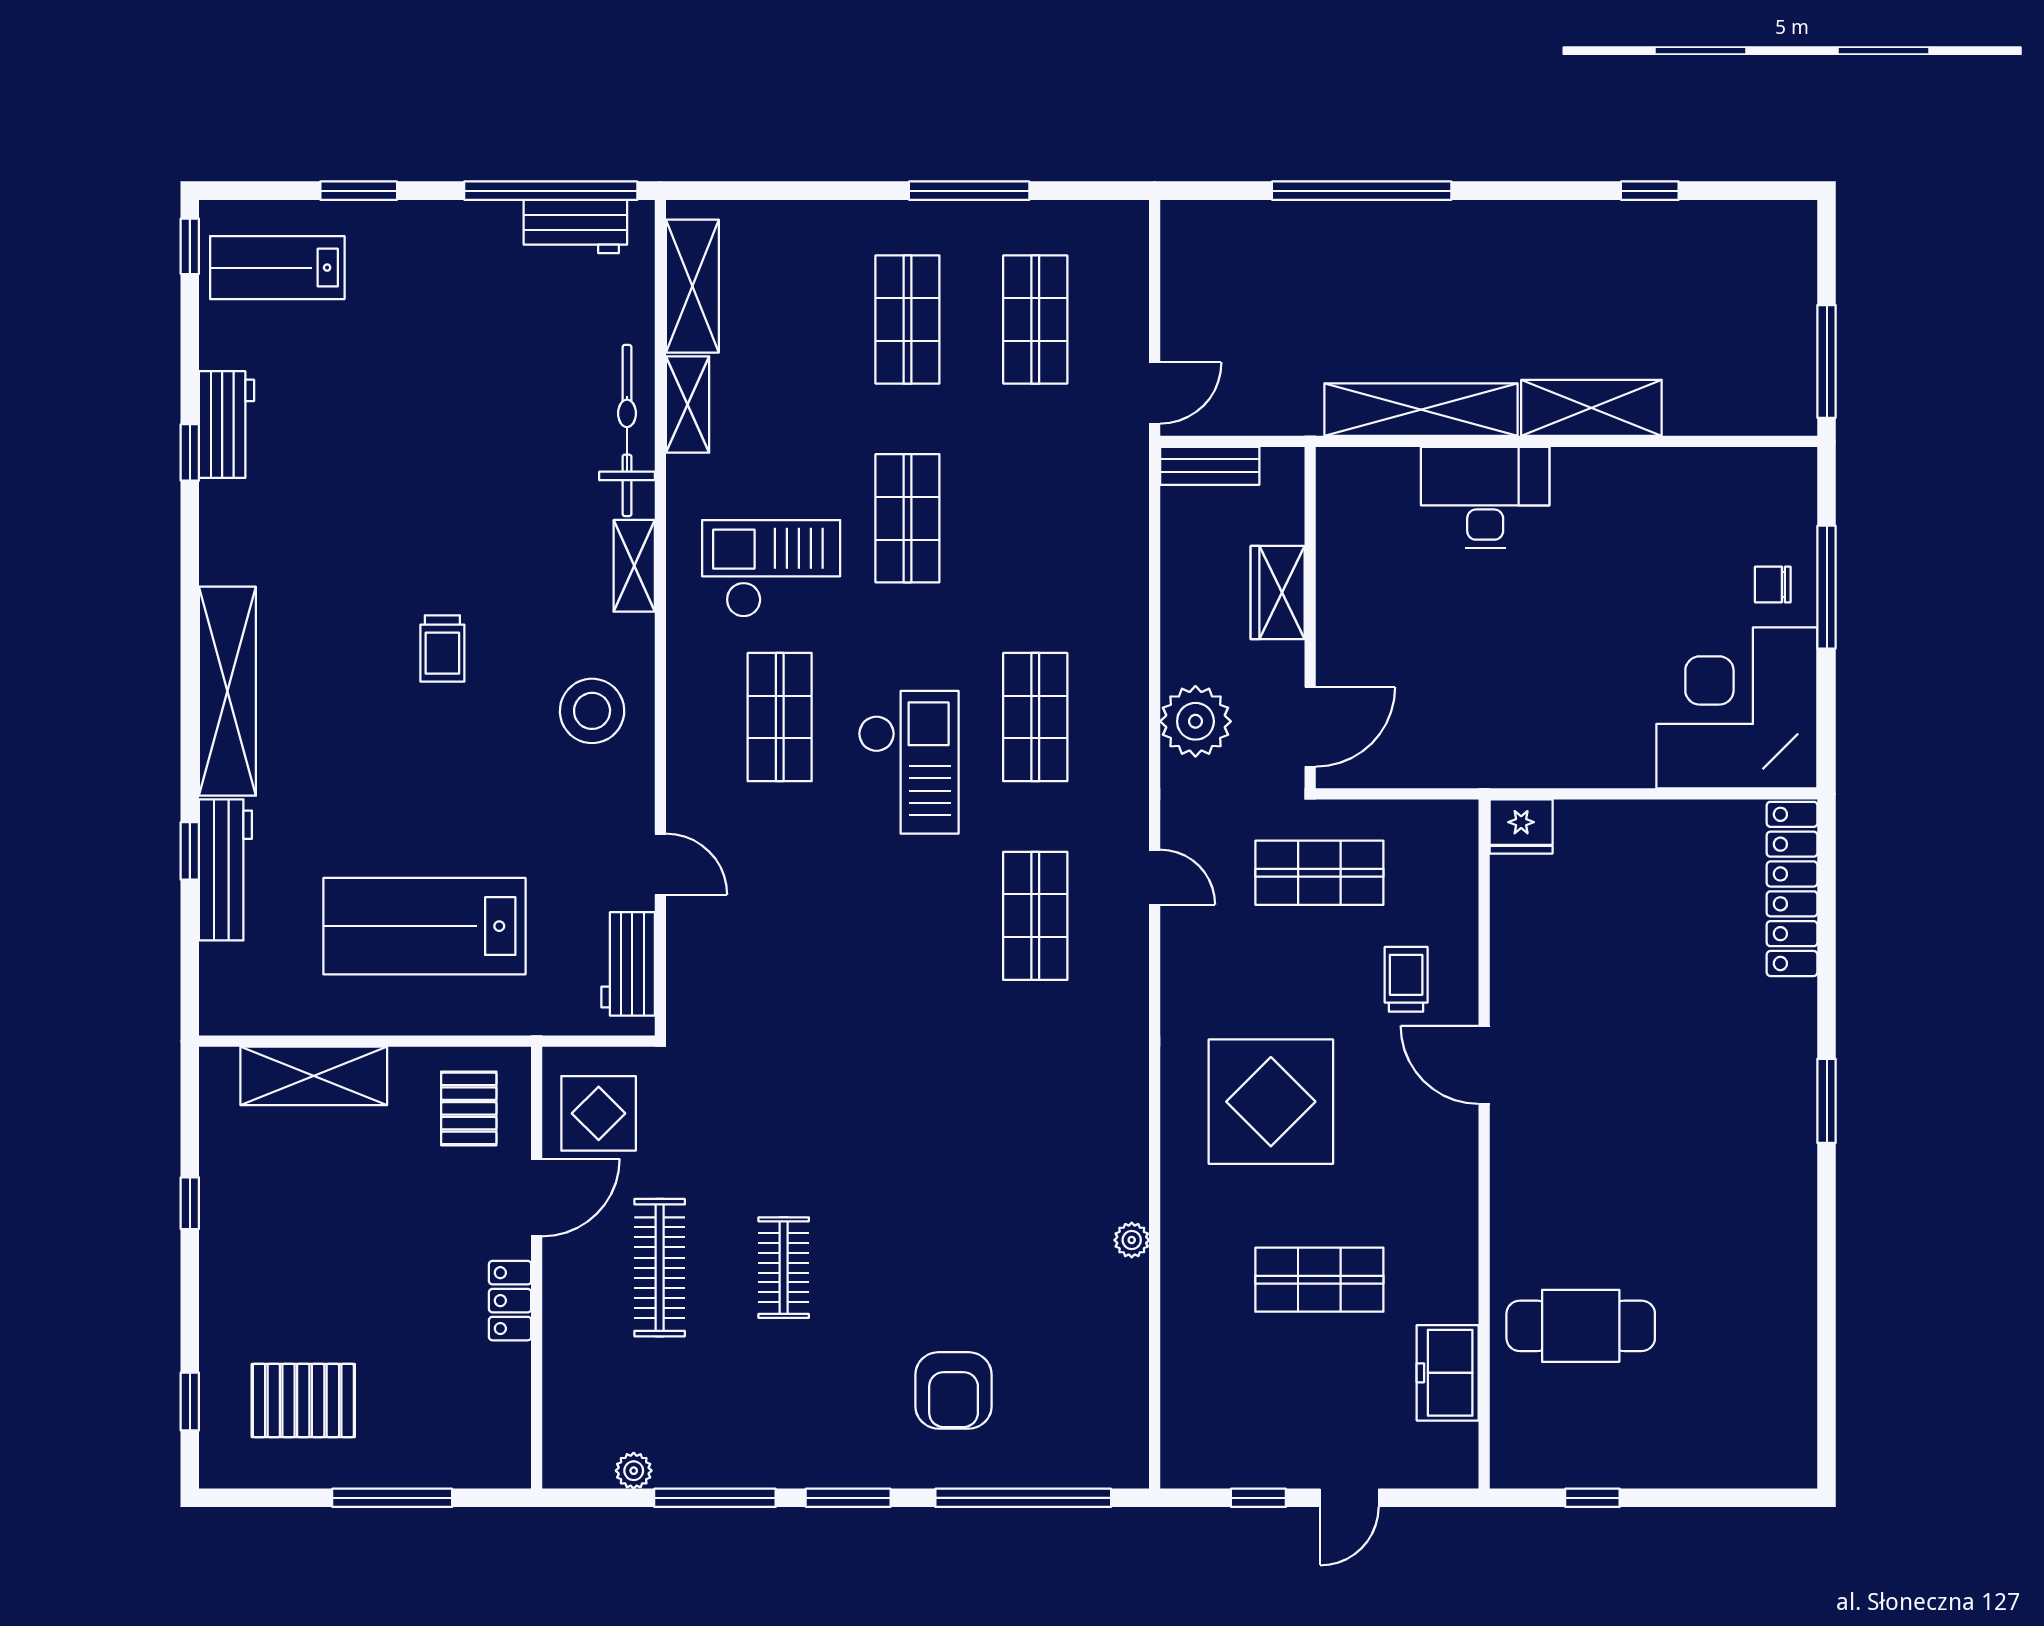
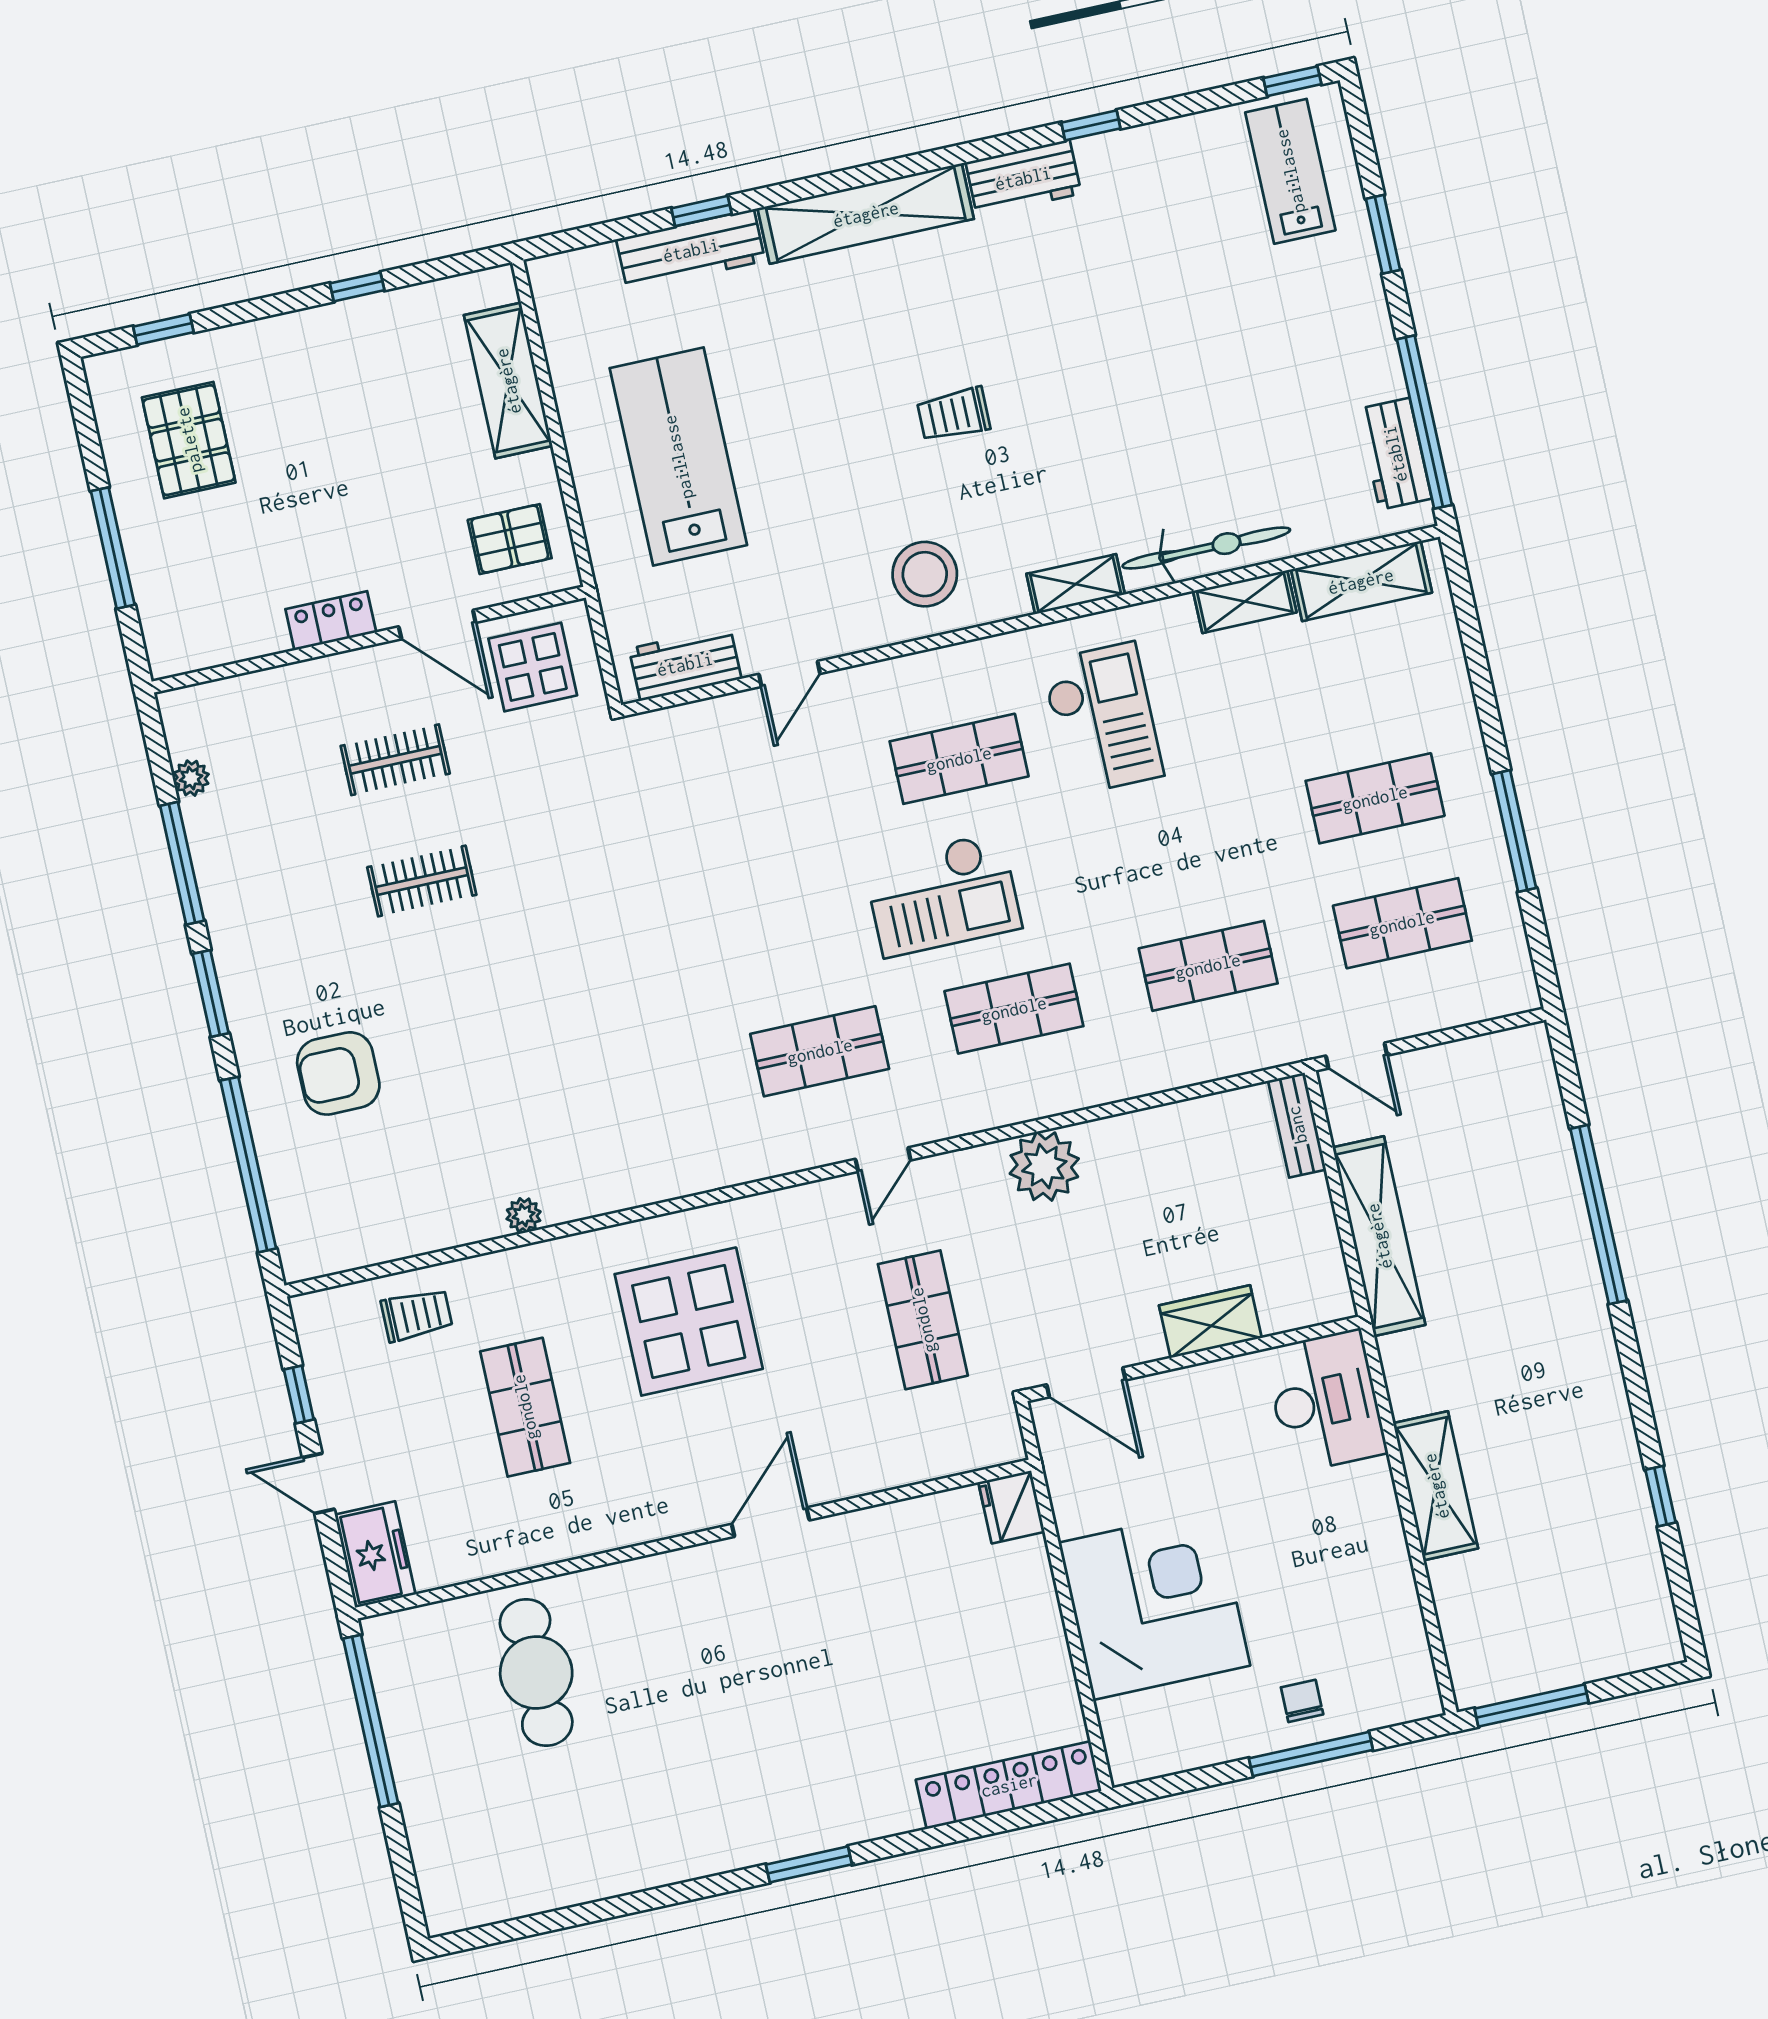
shelving: (1421, 410) -> (1379, 1236), moved
workbench: (227, 425) -> (1023, 178), moved
shop shelf: (907, 518) -> (1208, 966), moved
wardrobe: (1278, 593) -> (1210, 1322), moved
wall: (1310, 618) -> (1193, 1359), moved
corner desk: (1737, 708) -> (1154, 1604), moved
door: (1310, 727) -> (1086, 1382), moved
trolley: (1406, 979) -> (417, 1315), moved
clothes rail: (660, 1268) -> (395, 760), width x0.73
freezer: (1448, 1373) -> (375, 1554), moved, turned 90
window: (1592, 1498) -> (371, 1721), width x3.17

